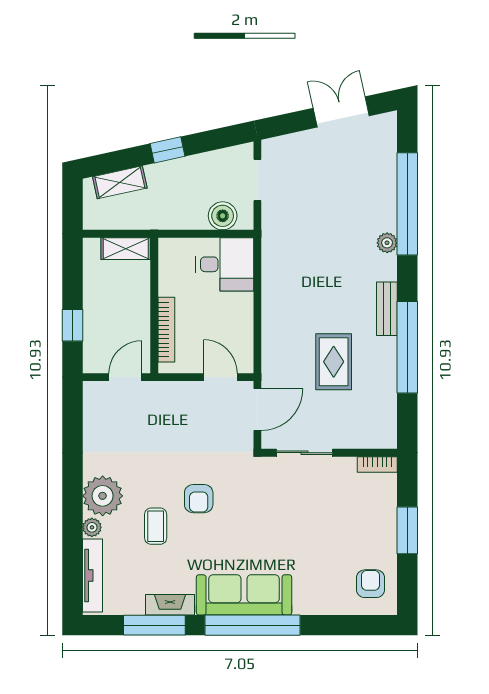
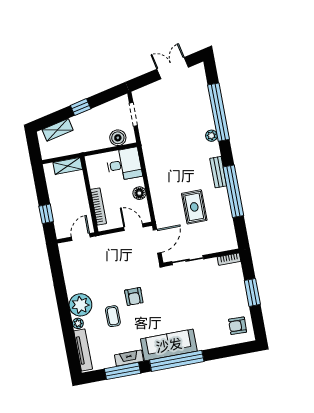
floor lamp: (242, 320) -> (139, 193), added
armchair: (370, 584) -> (238, 326), turned -88

